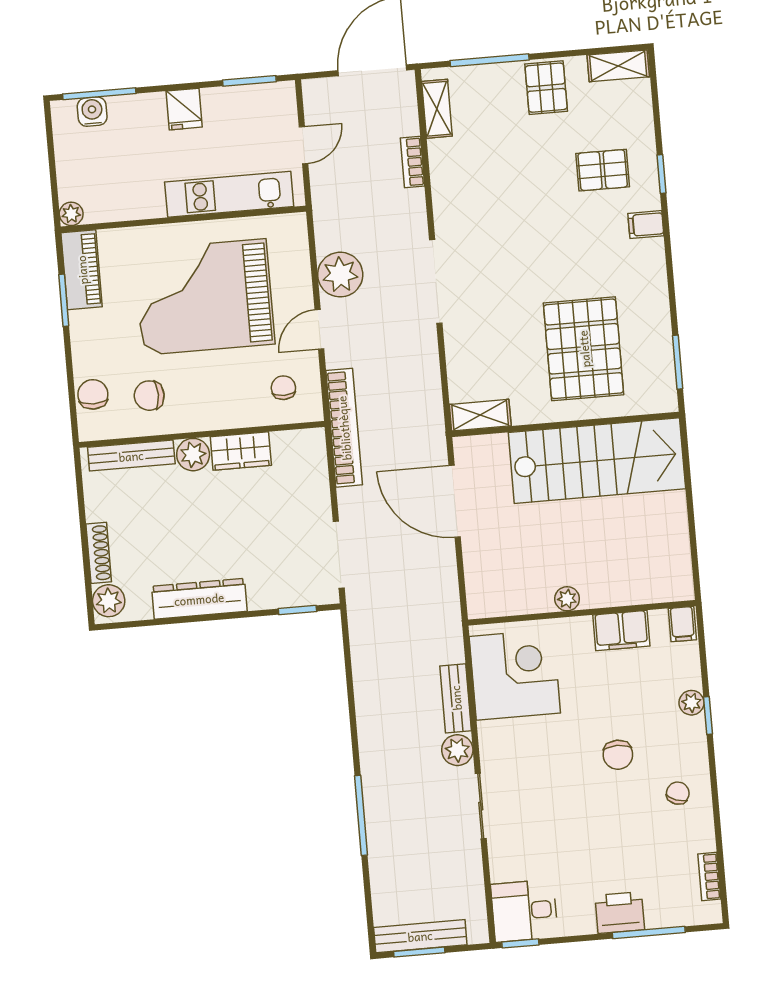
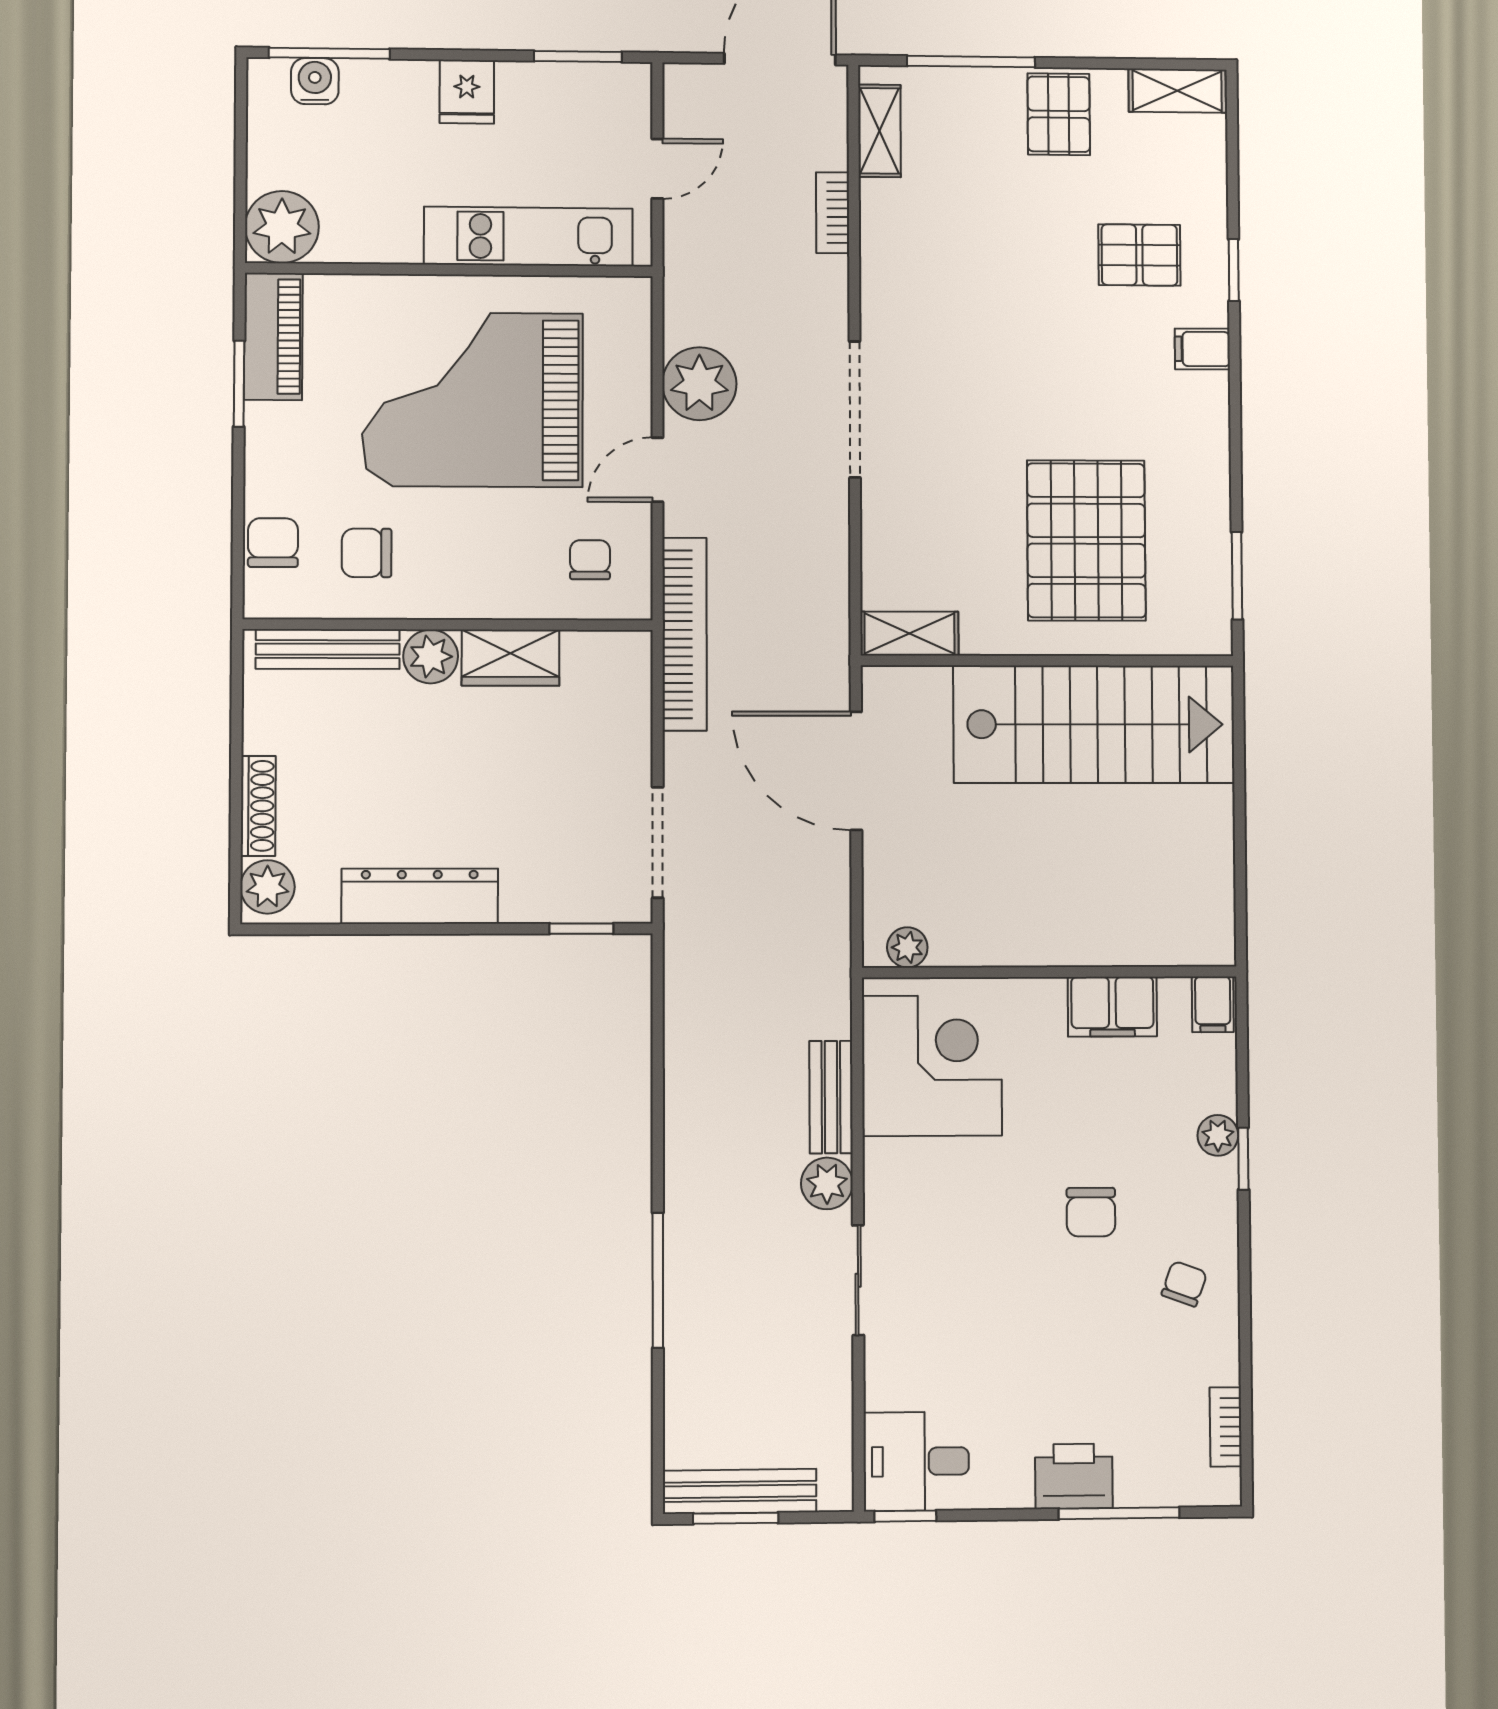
plant: (71, 214) -> (282, 227), width x1.88, depth x1.88
plant: (567, 599) -> (907, 947), moved

